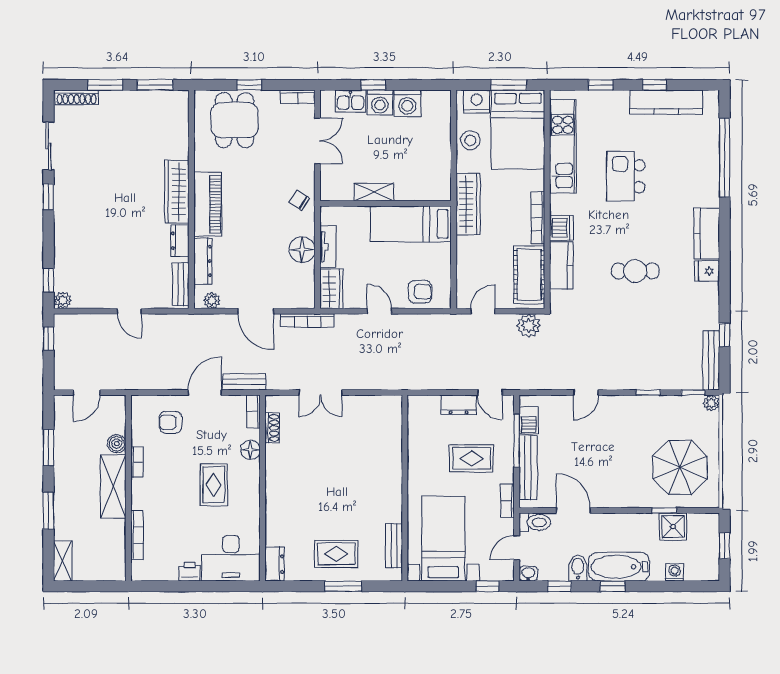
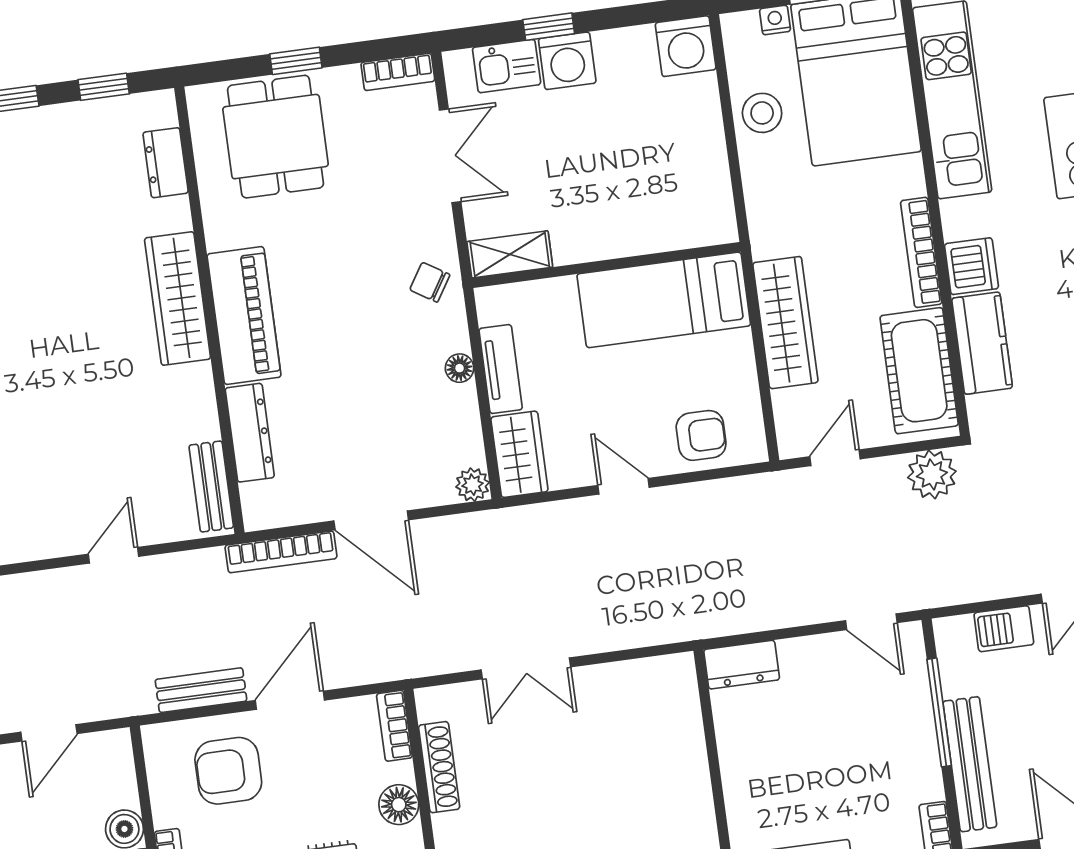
window: (155, 85) -> (104, 87), width x0.67
nightstand: (477, 102) -> (775, 20), width x0.53, depth x0.56
washing machine: (407, 103) -> (686, 46), moved
shelving: (374, 192) -> (510, 254), moved
wardrobe: (468, 204) -> (785, 323), moved
dresser: (180, 241) -> (166, 163), moved
floor lamp: (302, 250) -> (460, 368), width x0.53, depth x0.53
plant: (212, 301) -> (473, 485), moved
door: (129, 311) -> (114, 555), swing flipped
bookcase: (308, 320) -> (281, 552), moved
bench: (244, 382) -> (201, 690), moved
dresser: (459, 405) -> (742, 665), moved
barbecue: (529, 420) -> (1004, 629), moved, turned 90
armchair: (170, 422) -> (228, 771), width x1.38, depth x1.38
shoe rack: (272, 428) -> (439, 767), width x1.43
rug: (472, 458) -> (852, 761), removed

